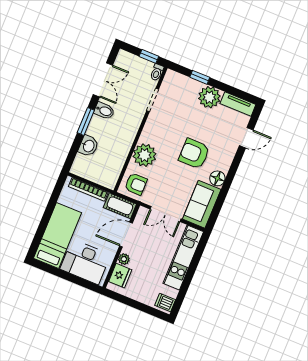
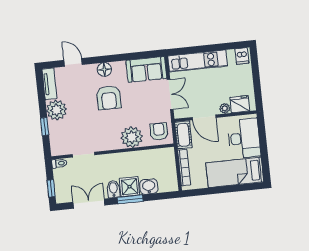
window: (149, 56) -> (51, 188), moved
shower: (98, 127) -> (130, 187), added
floor lamp: (217, 178) -> (104, 69), moved

